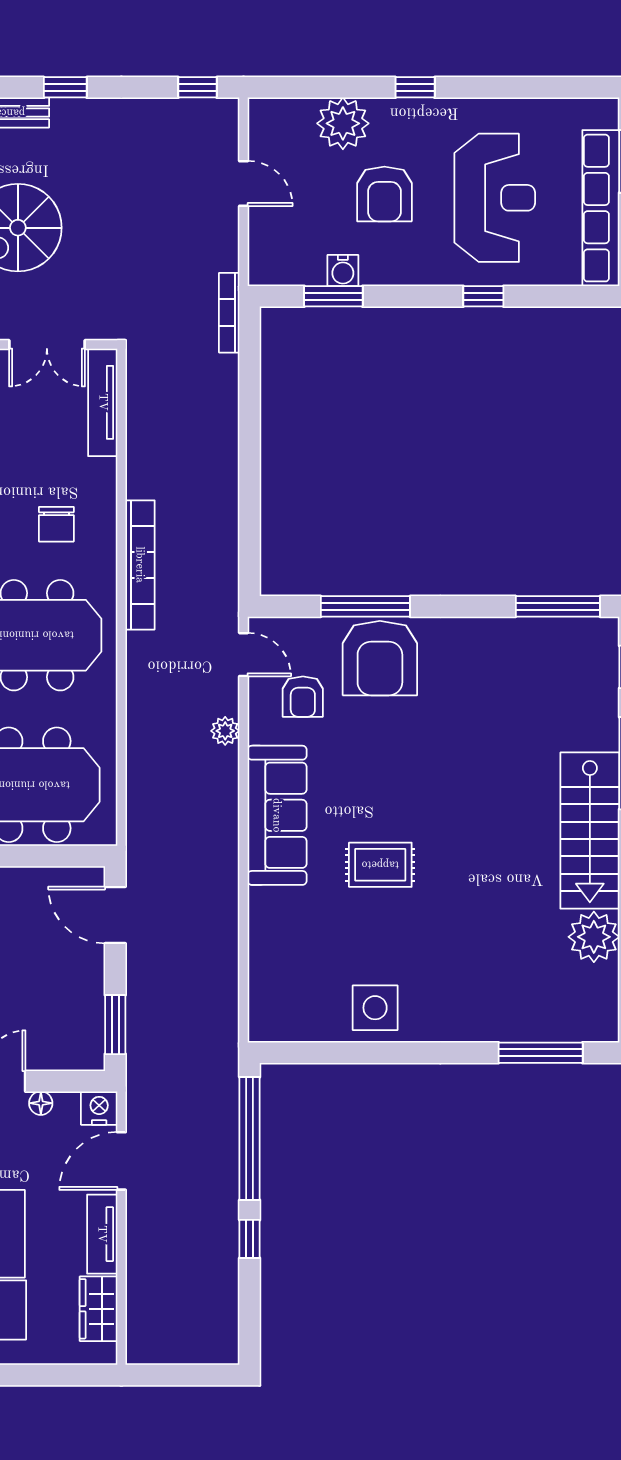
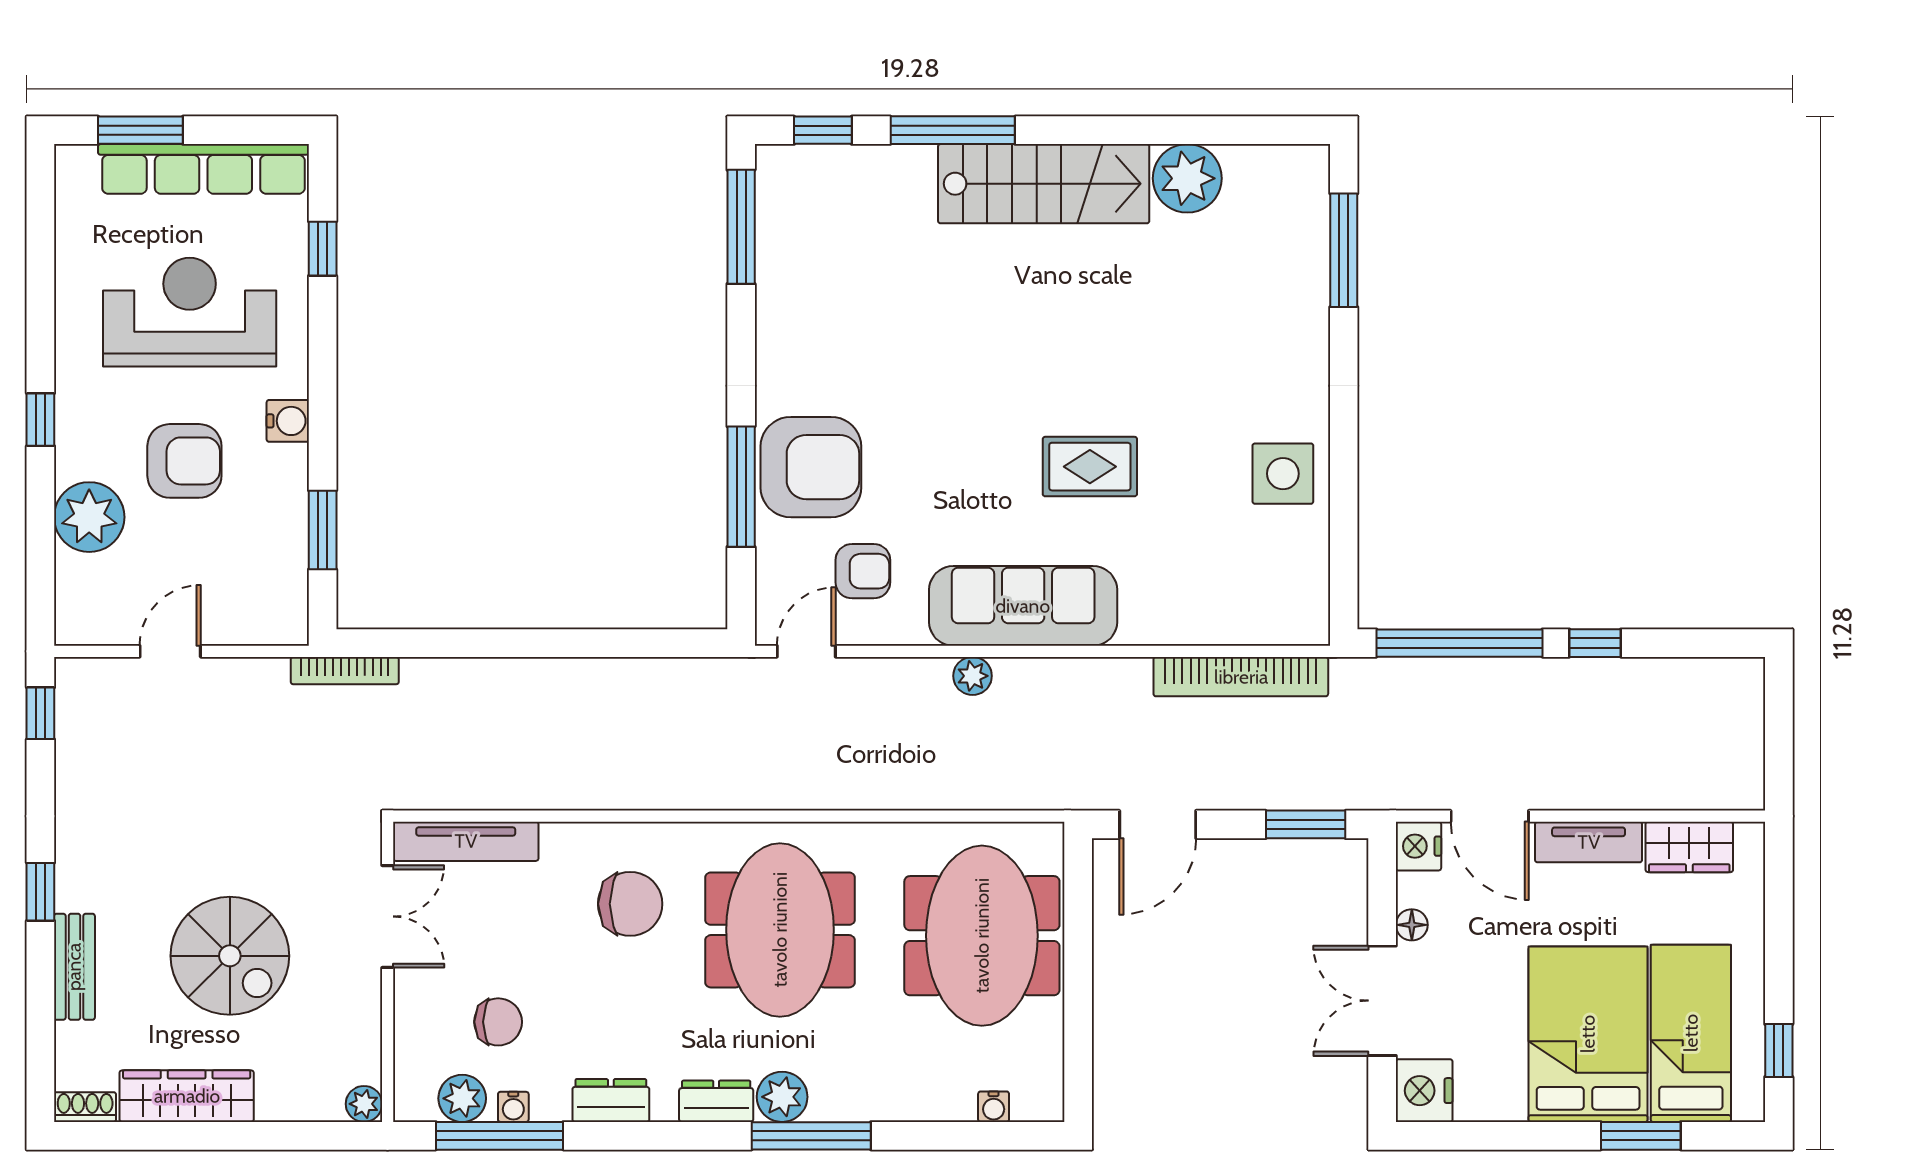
water cooler: (343, 271) -> (288, 421), moved
window: (483, 296) -> (323, 249), moved
chair: (56, 524) -> (630, 904), width x1.37, depth x1.37
bookcase: (140, 565) -> (1241, 677), moved, turned 180
plant: (225, 731) -> (973, 676), moved
rug: (380, 865) -> (1090, 467), turned 90

